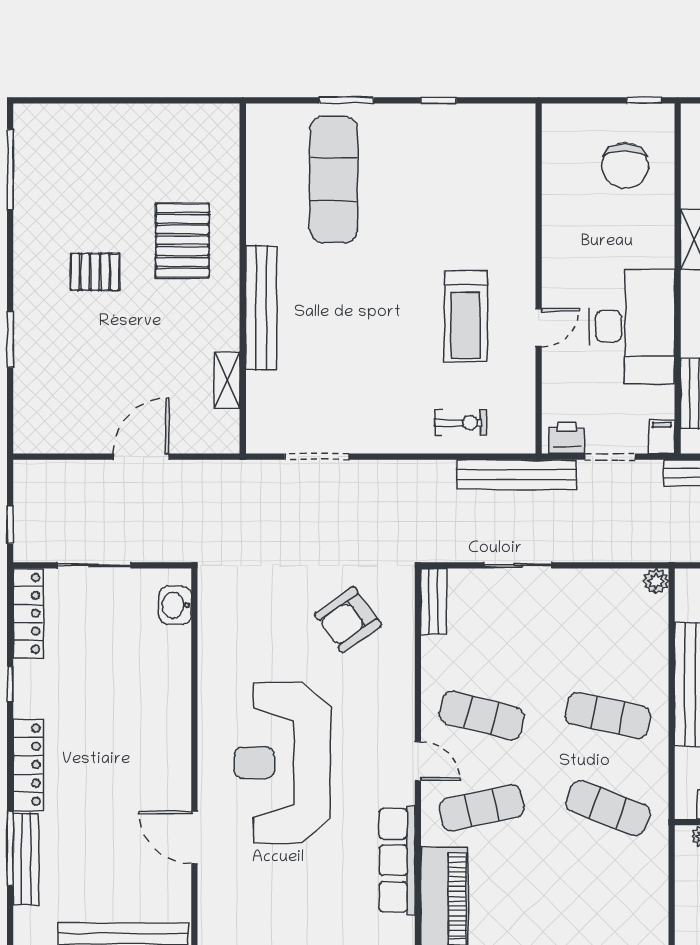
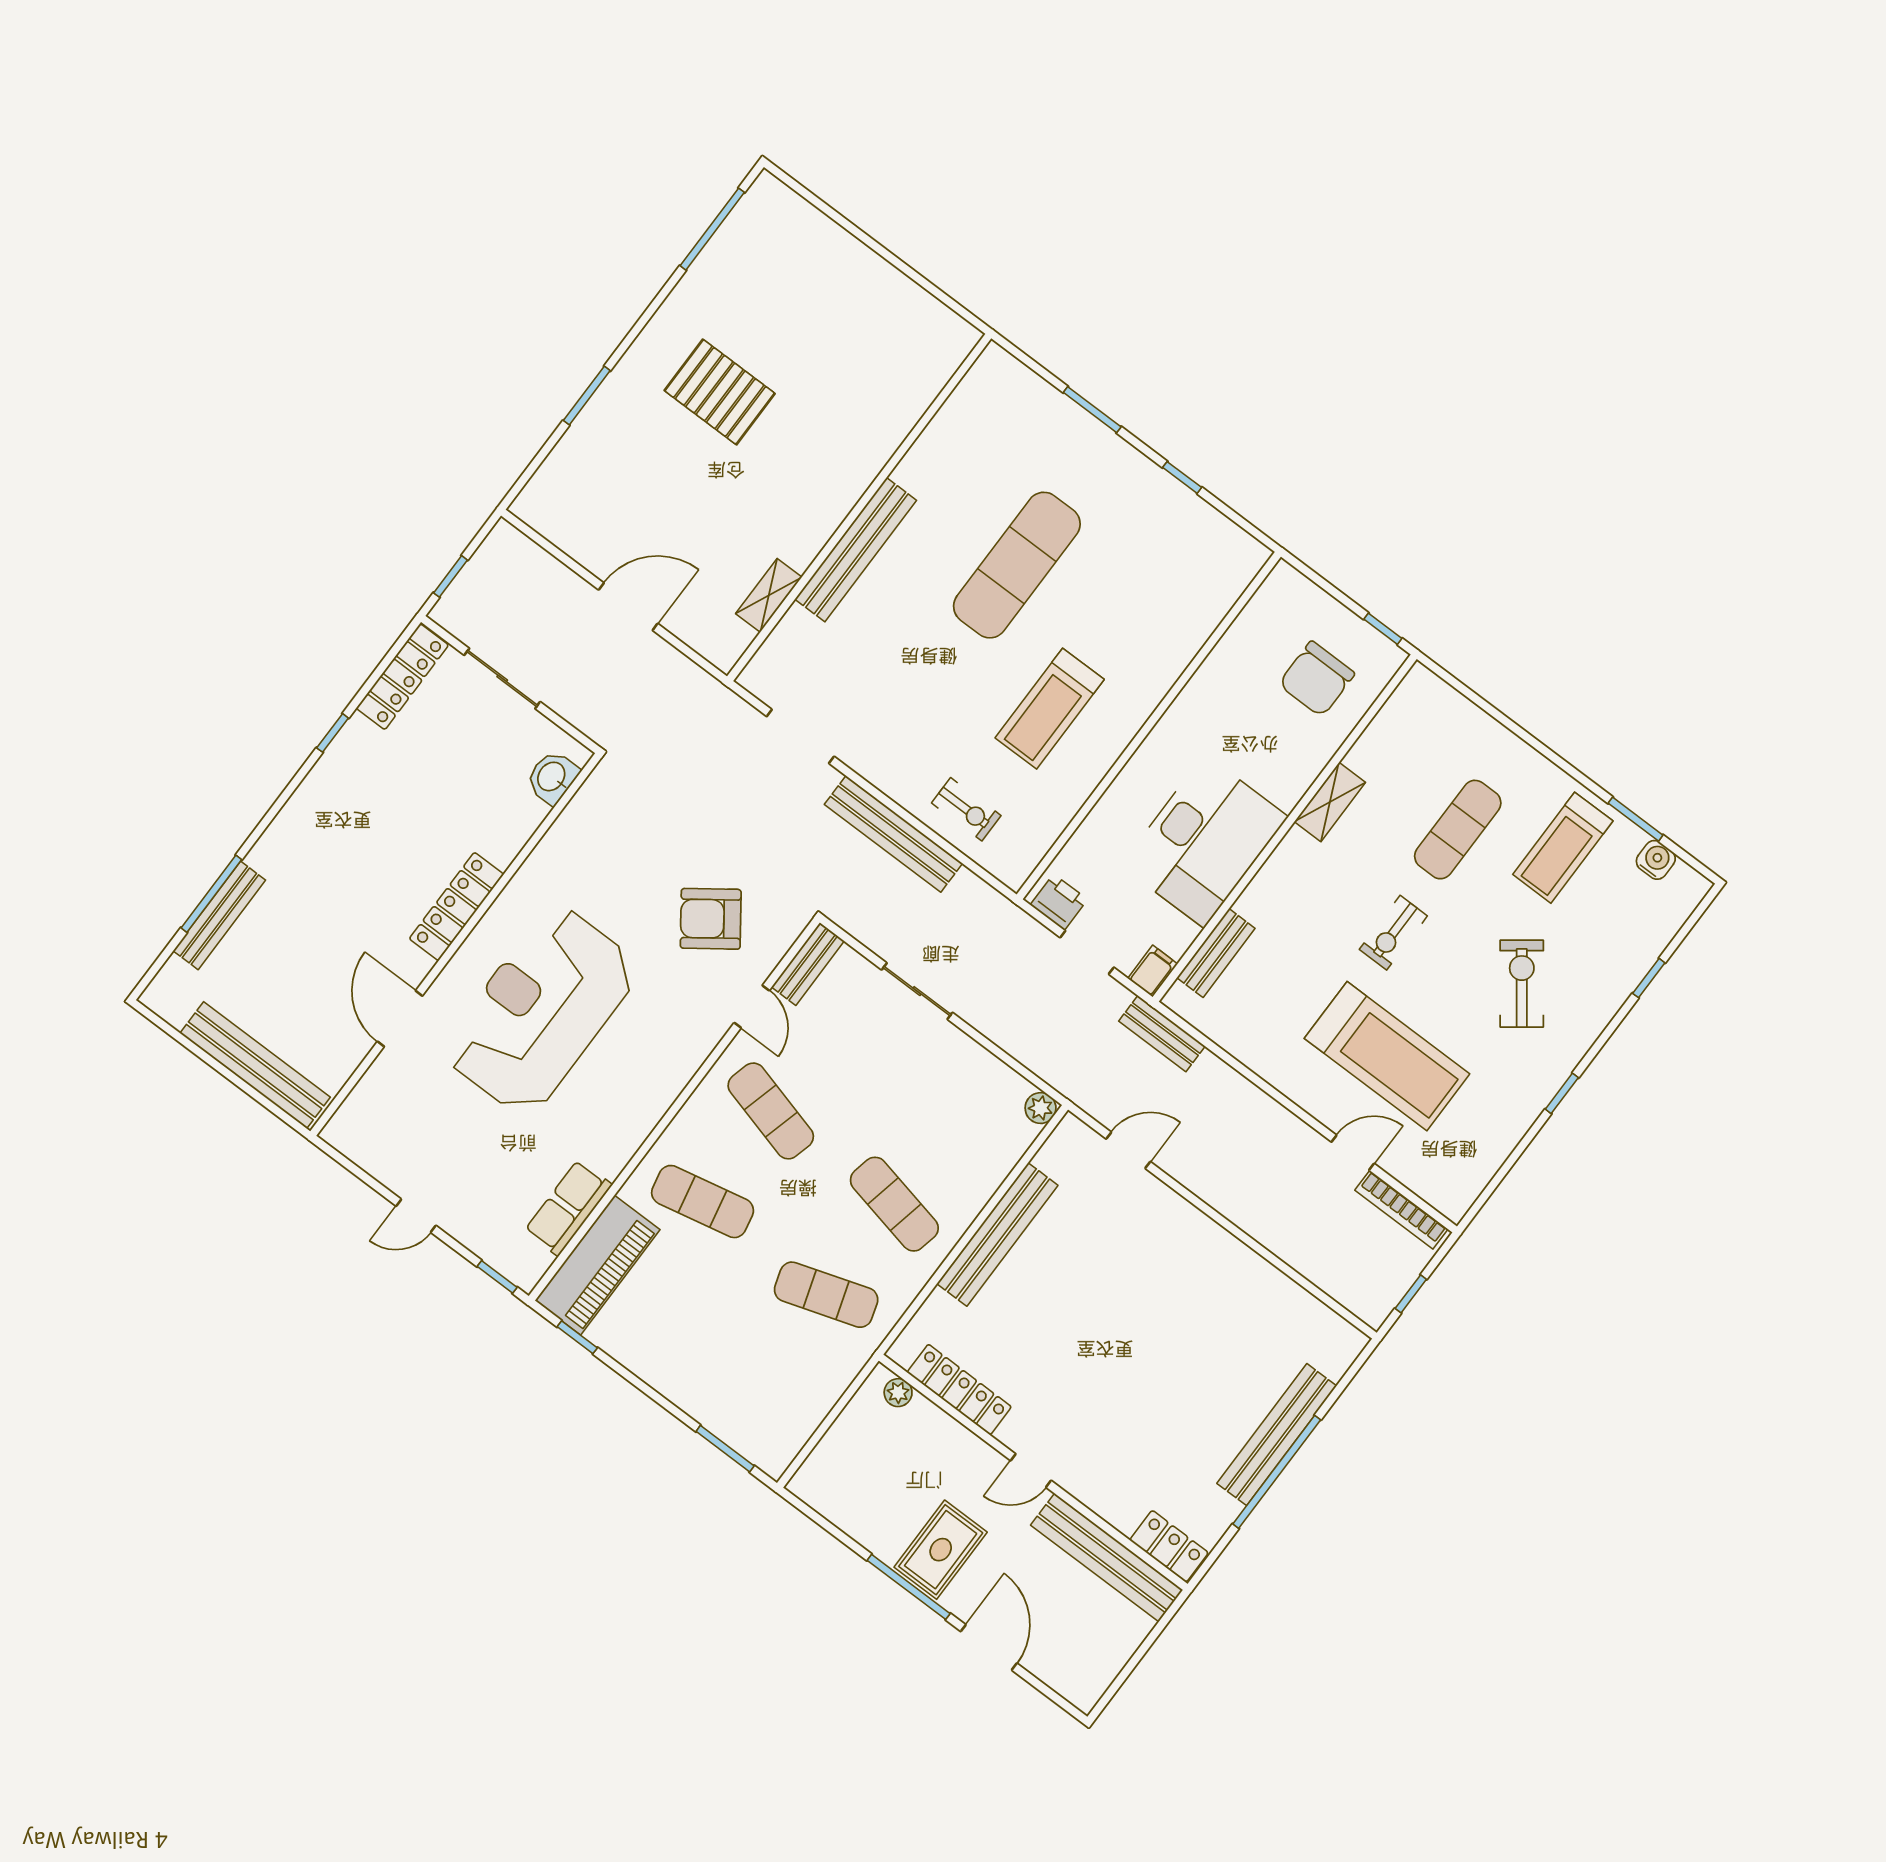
exercise mat: (334, 179) -> (1017, 565), moved
pallet: (182, 240) -> (828, 426), removed
pallet: (95, 272) -> (720, 392), width x1.50, depth x1.42
door: (539, 328) -> (1113, 774), removed
bench: (516, 475) -> (893, 834), moved
door: (418, 761) -> (752, 1007), moved
locker: (28, 765) -> (456, 906), moved, turned 180
exercise mat: (608, 808) -> (826, 1295), turned -39
row of seats: (397, 860) -> (568, 1208), width x0.68

